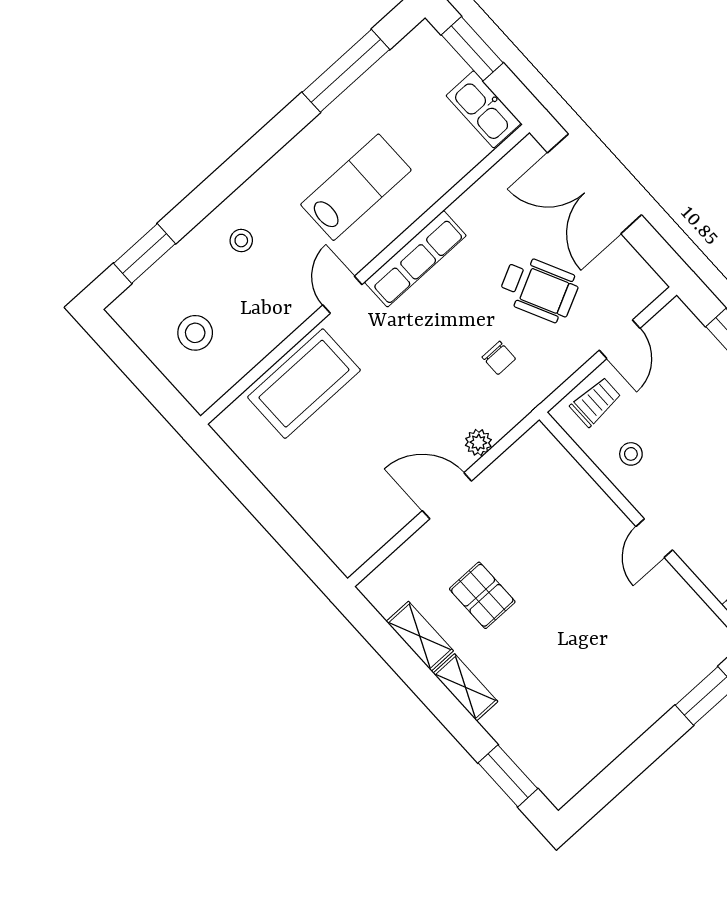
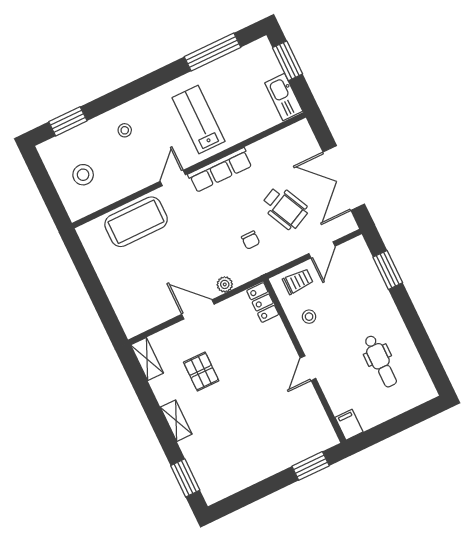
double door: (595, 184) -> (344, 178), moved
lab bench: (356, 187) -> (199, 119), turned -90
locker: (549, 453) -> (263, 303), added
shelving: (420, 636) -> (147, 359), moved

